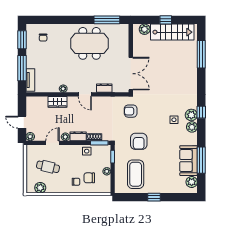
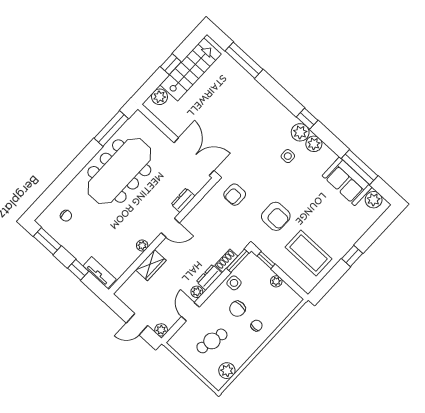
meeting table: (90, 43) -> (119, 171), width x1.36
window: (22, 68) -> (78, 270), width x0.46
chair: (89, 178) -> (237, 309), moved

